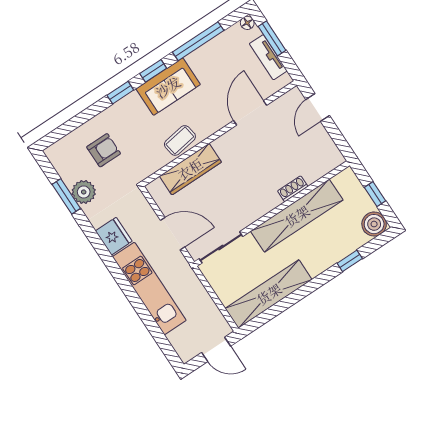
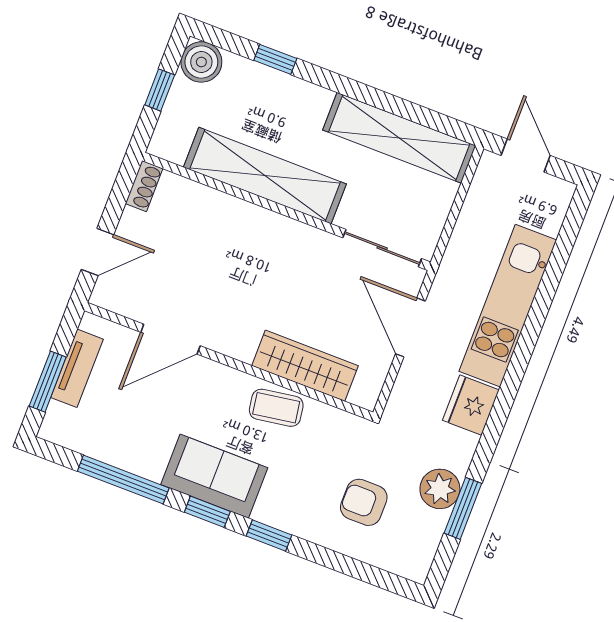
floor lamp: (247, 23) -> (51, 430), removed
shoe rack: (293, 189) -> (144, 186), moved, turned -90

